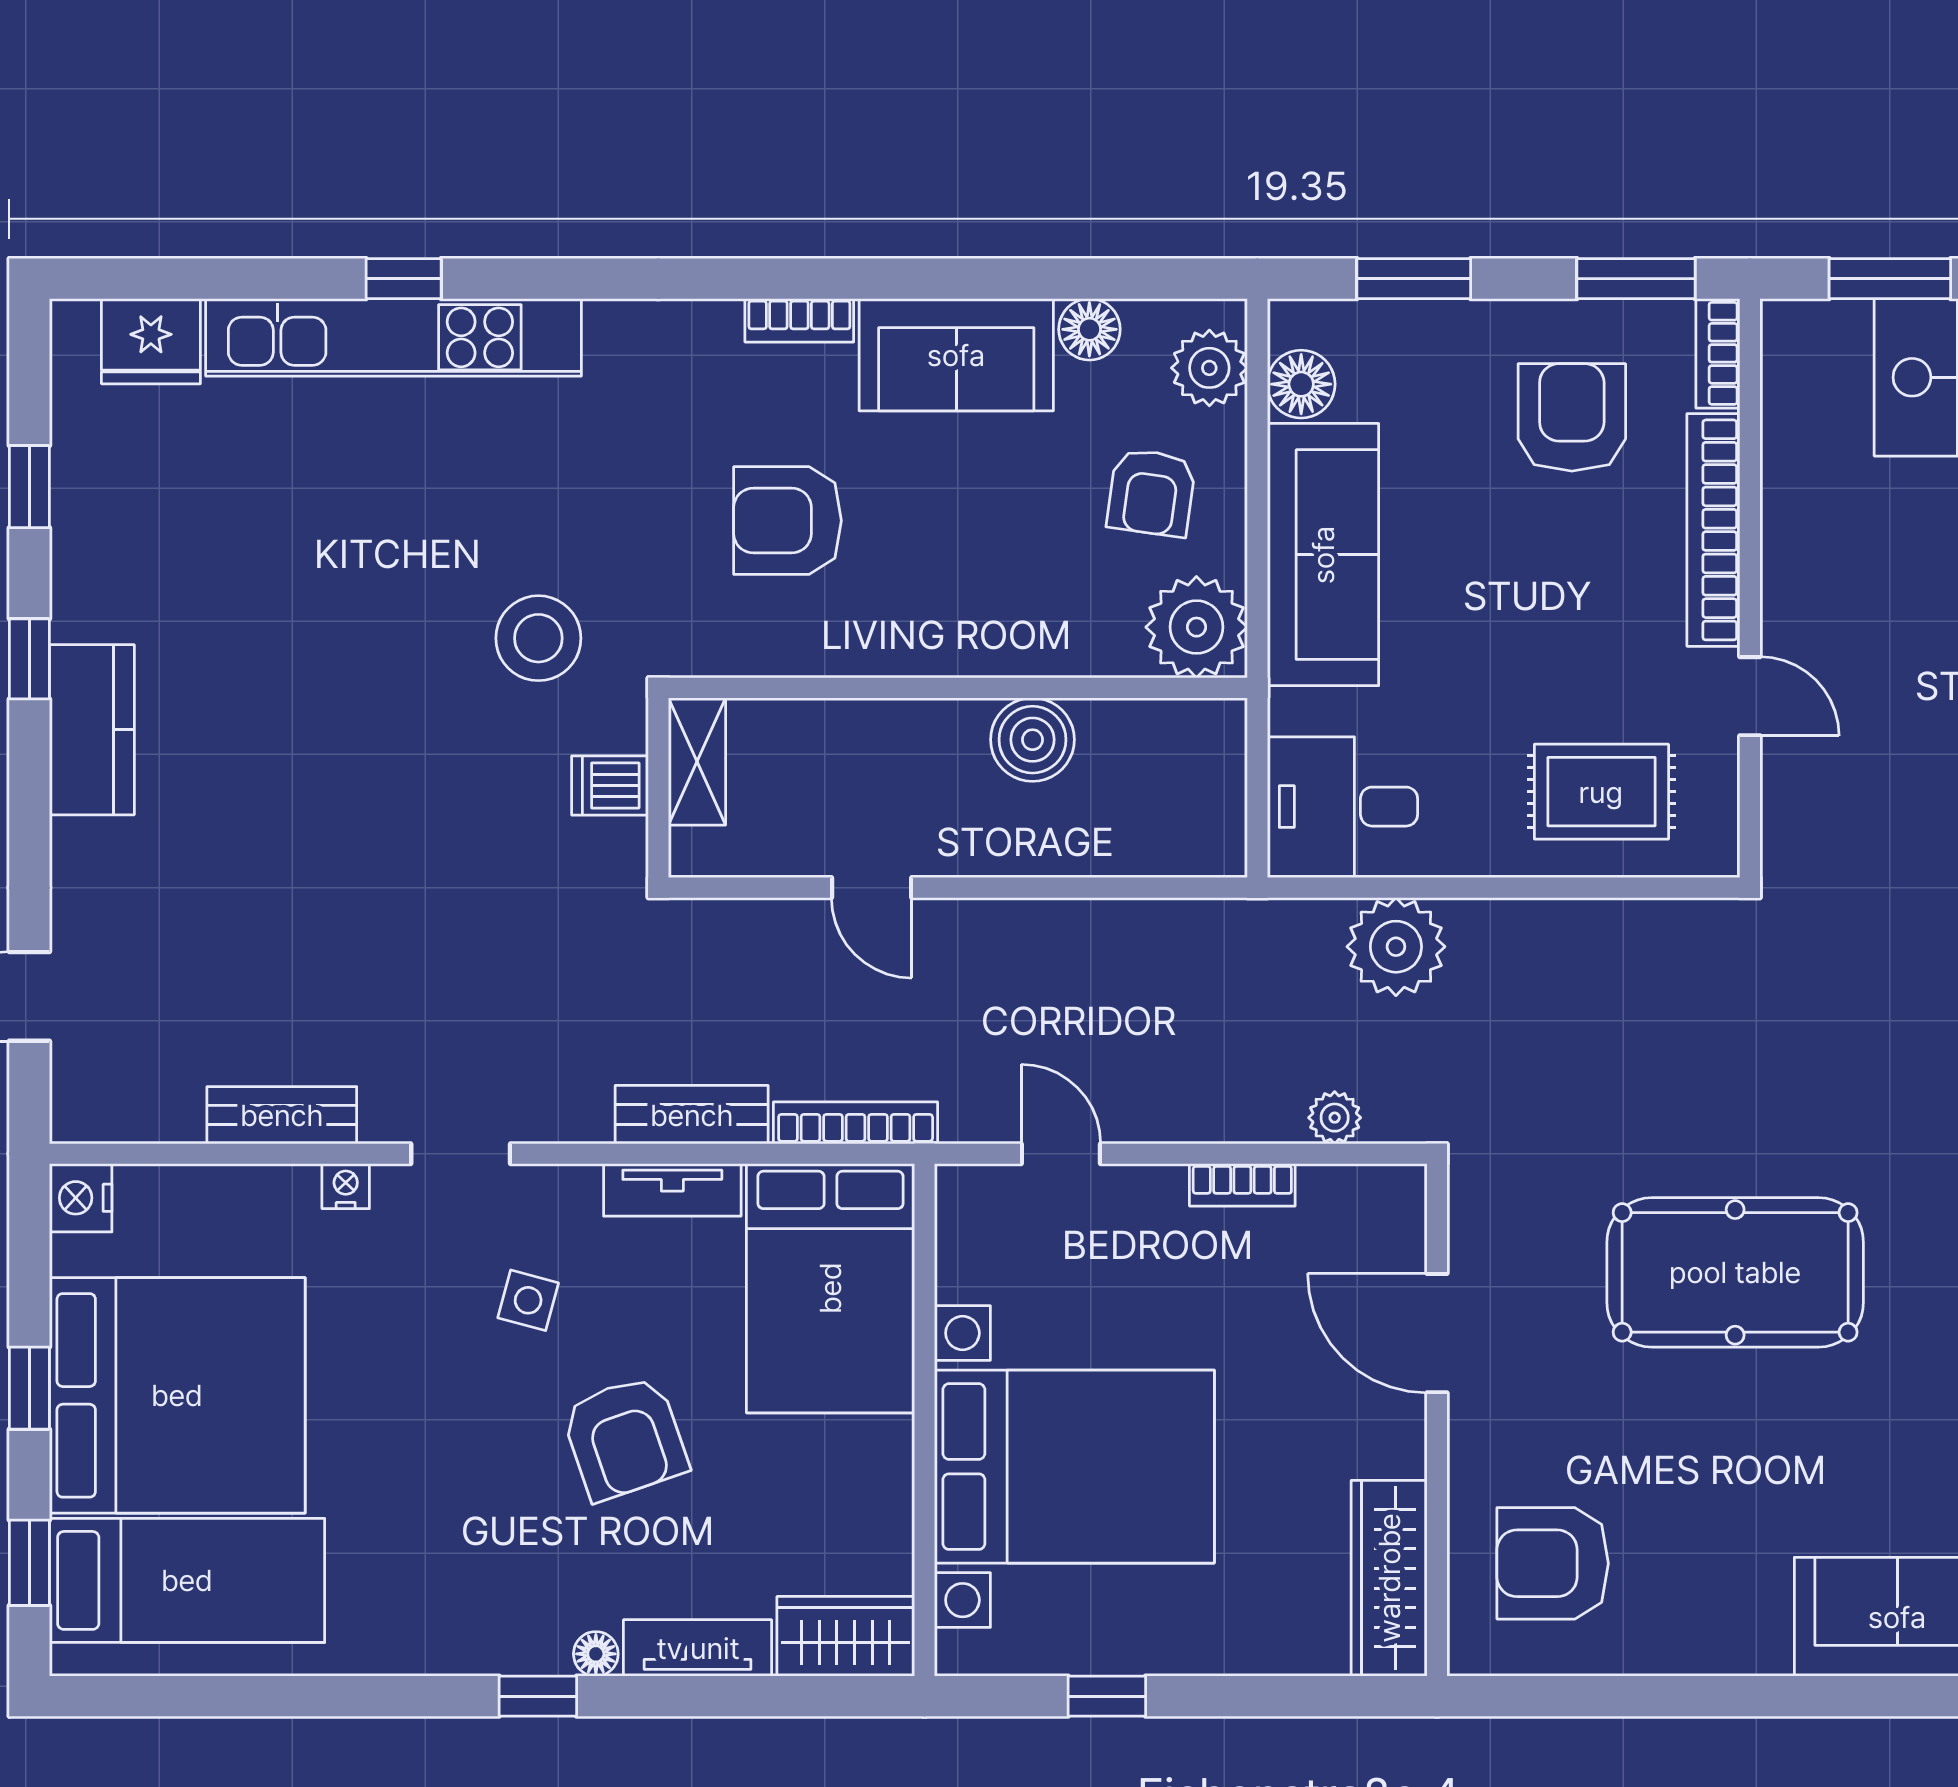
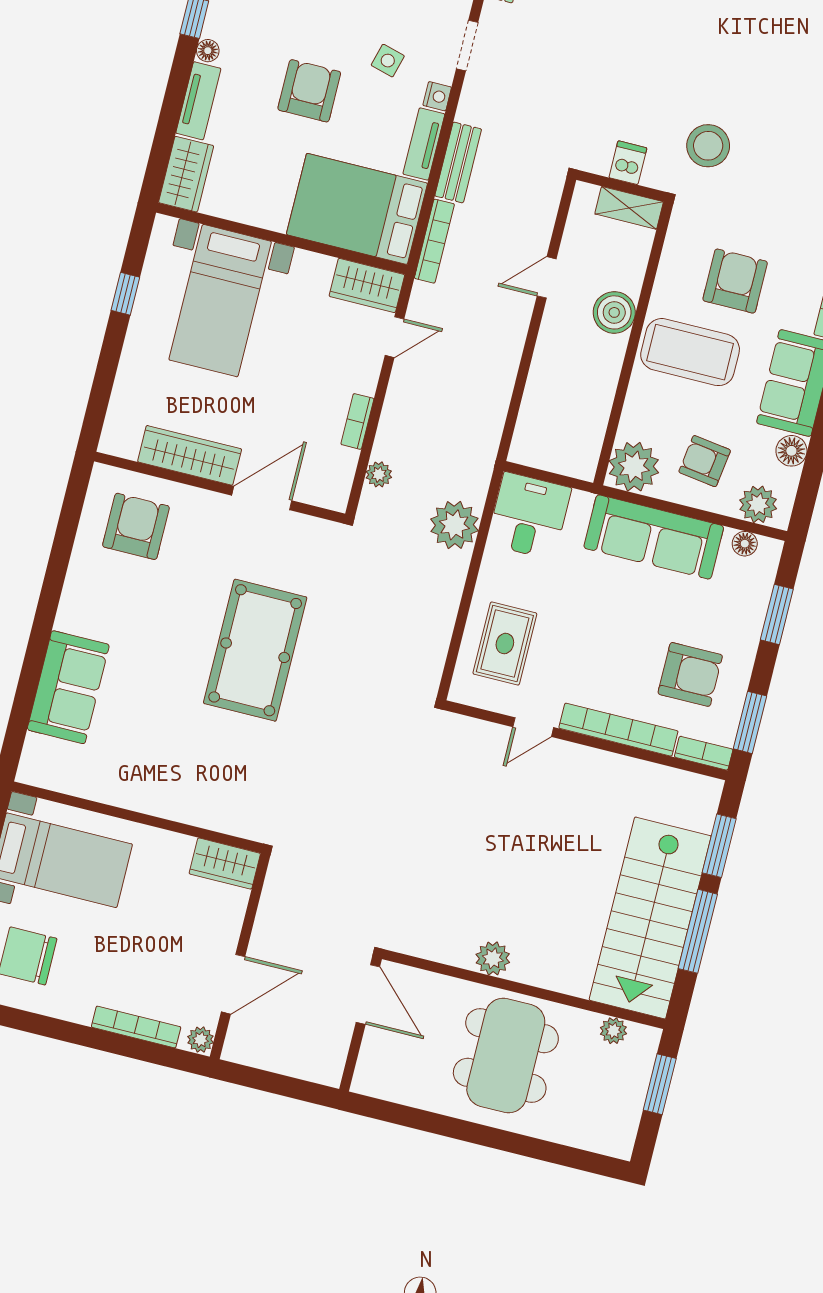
floor lamp: (1301, 384) -> (745, 544), width x0.73, depth x0.73
coffee table: (947, 573) -> (690, 352), added
boiler: (1032, 740) -> (614, 312), moved
nightstand: (573, 1187) -> (437, 96), added
wardrobe: (974, 1232) -> (367, 285), added
armchair: (625, 1438) -> (309, 91), turned 109
bed with nightstands: (1074, 1467) -> (220, 301), width x0.73
wardrobe: (1389, 1578) -> (190, 455), moved

